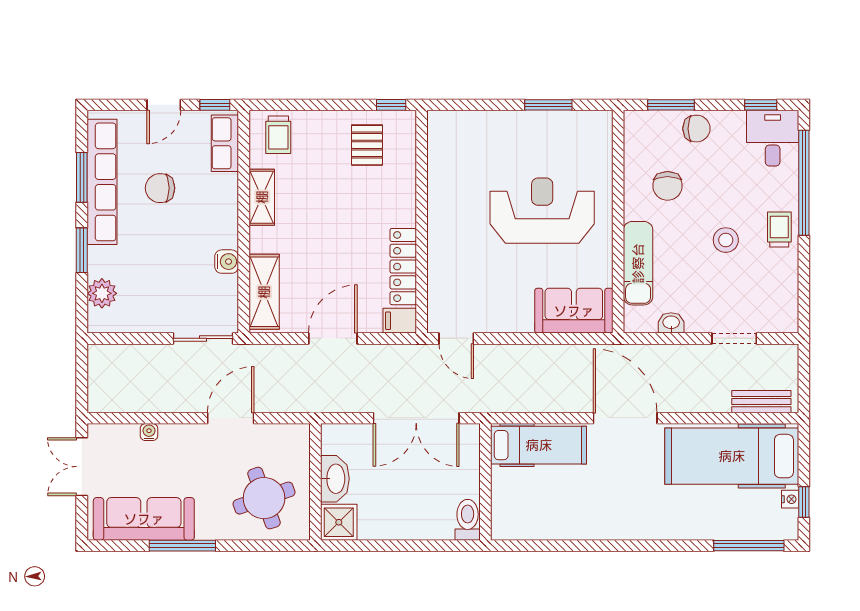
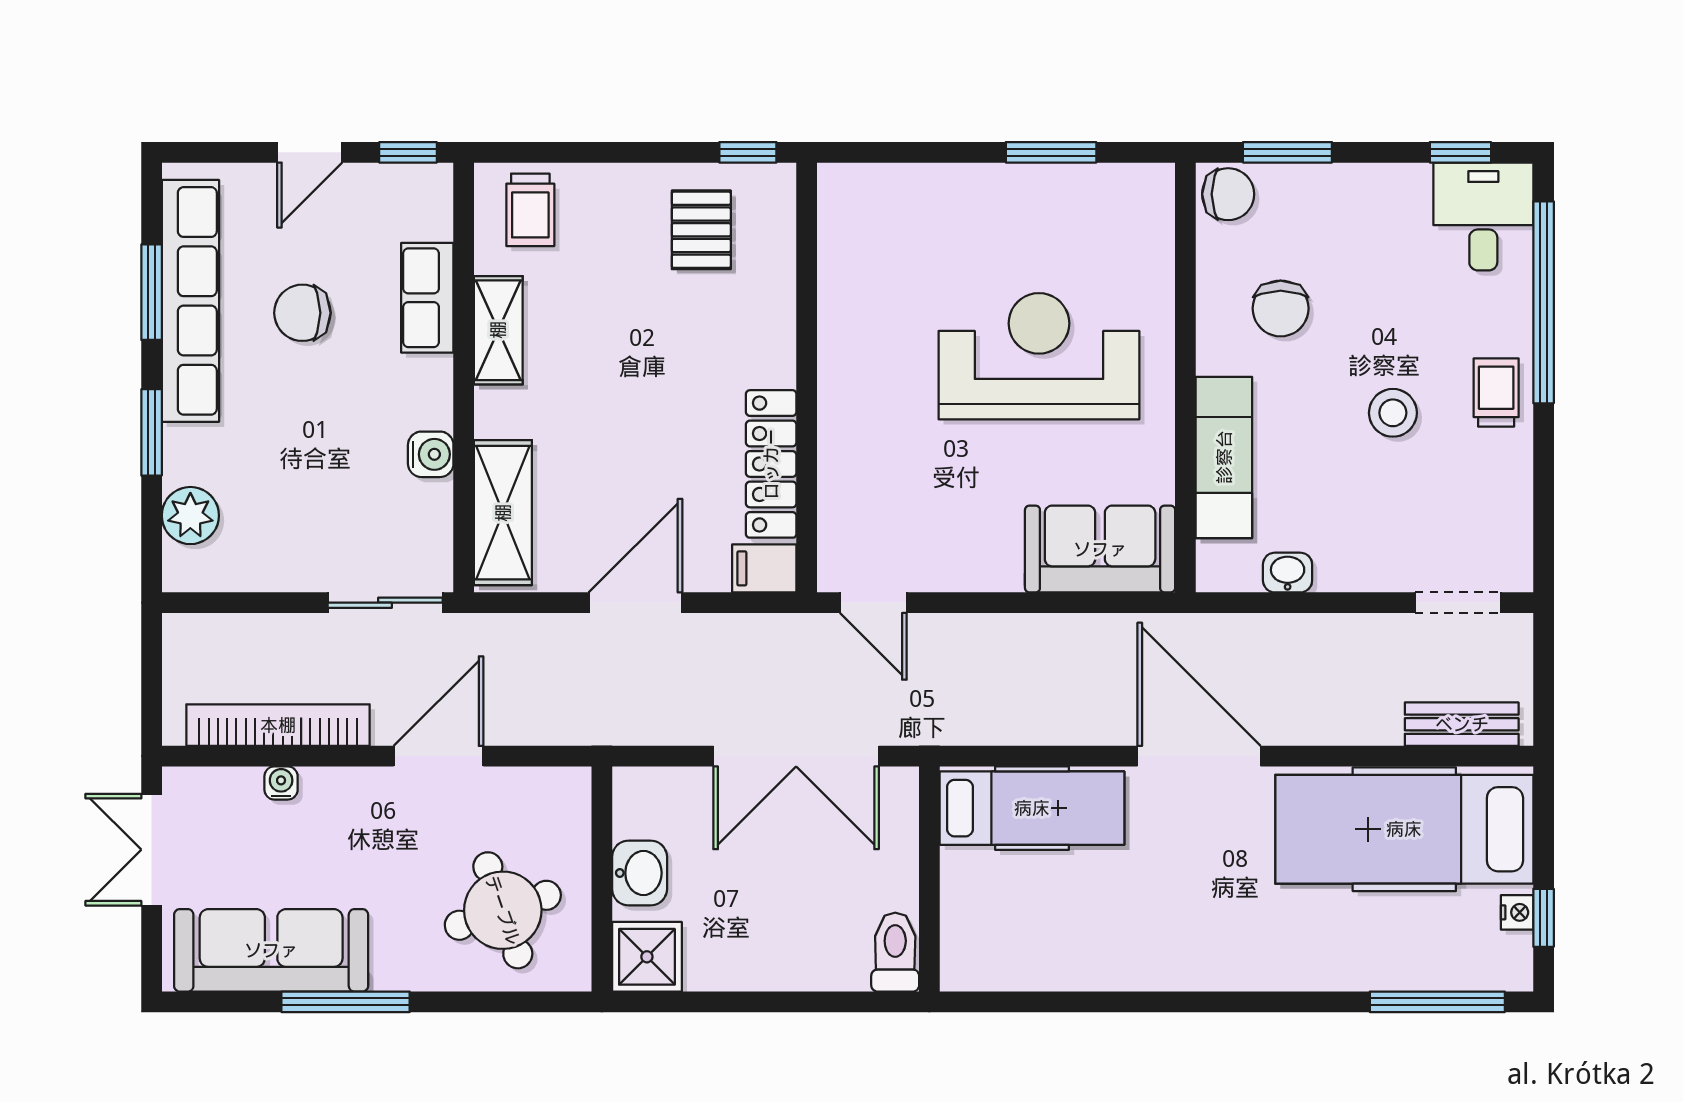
chair: (696, 129) -> (1228, 194), moved
row of seats: (225, 143) -> (427, 298), moved
doorway: (734, 338) -> (1458, 603), moved
bookcase: (147, 402) -> (278, 725), added
washbasin: (335, 479) -> (640, 873), width x0.72

